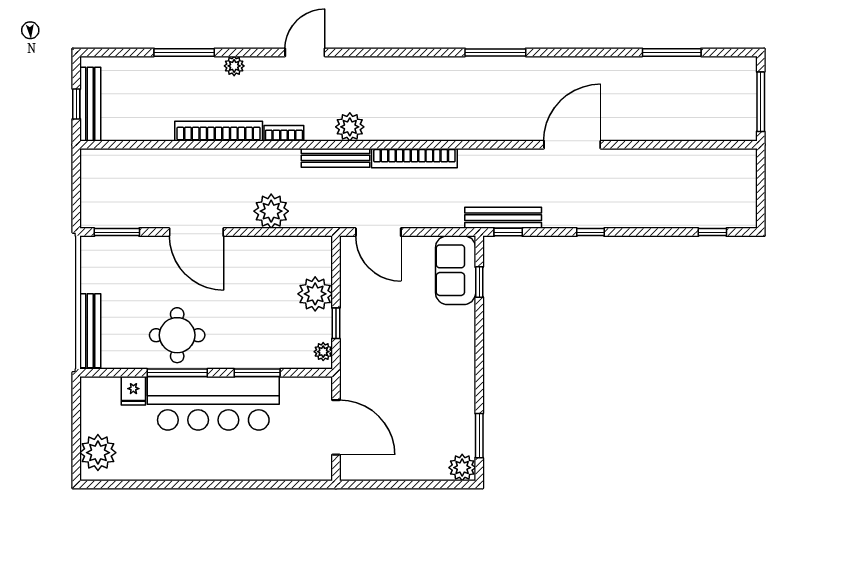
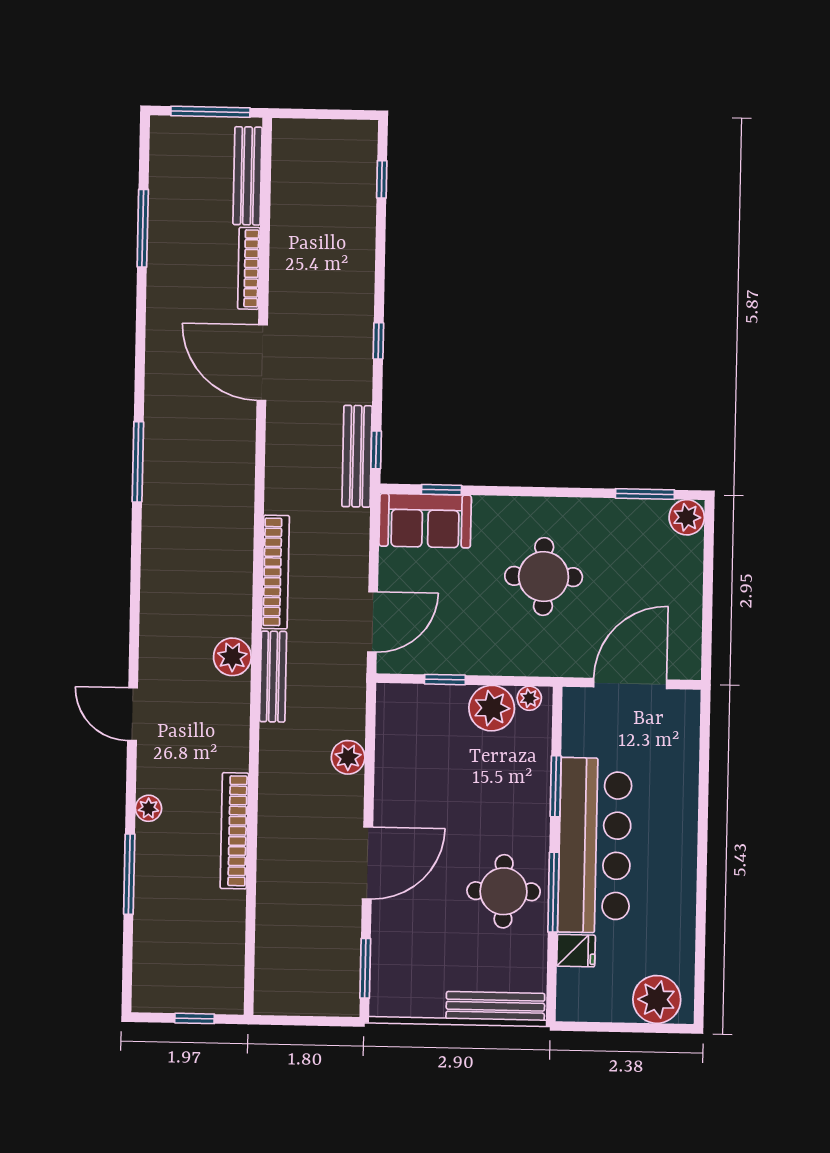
bench: (90, 104) -> (248, 176), moved, turned 90
bookcase: (284, 133) -> (249, 268), moved, width x1.56
plant: (271, 211) -> (348, 757), width x0.73, depth x0.73
plant: (315, 294) -> (492, 708), moved
window: (336, 323) -> (445, 680), moved
round table: (415, 360) -> (544, 577), added

